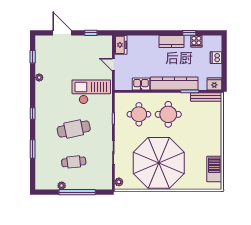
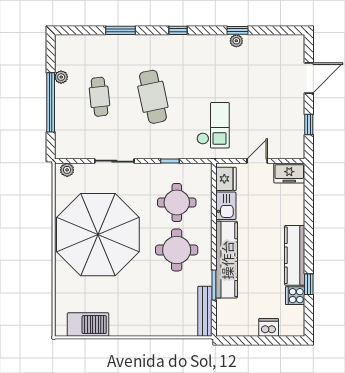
kitchen counter: (171, 42) -> (295, 255), width x1.50
window: (33, 57) -> (237, 30), moved
fridge: (214, 84) -> (226, 179), moved
checkout: (91, 92) -> (213, 125), width x0.73, depth x0.83

